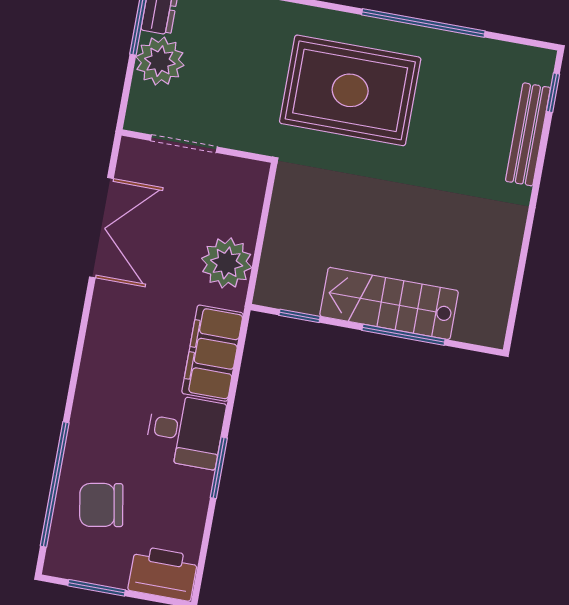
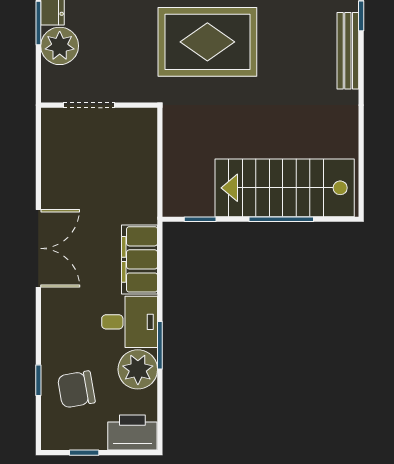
double door: (101, 228) -> (38, 248), moved
plant: (227, 263) -> (138, 369), moved
stairs: (389, 303) -> (285, 188), width x1.36, depth x1.51
window: (55, 484) -> (38, 380), width x0.32
window: (97, 588) -> (84, 453), width x0.67

